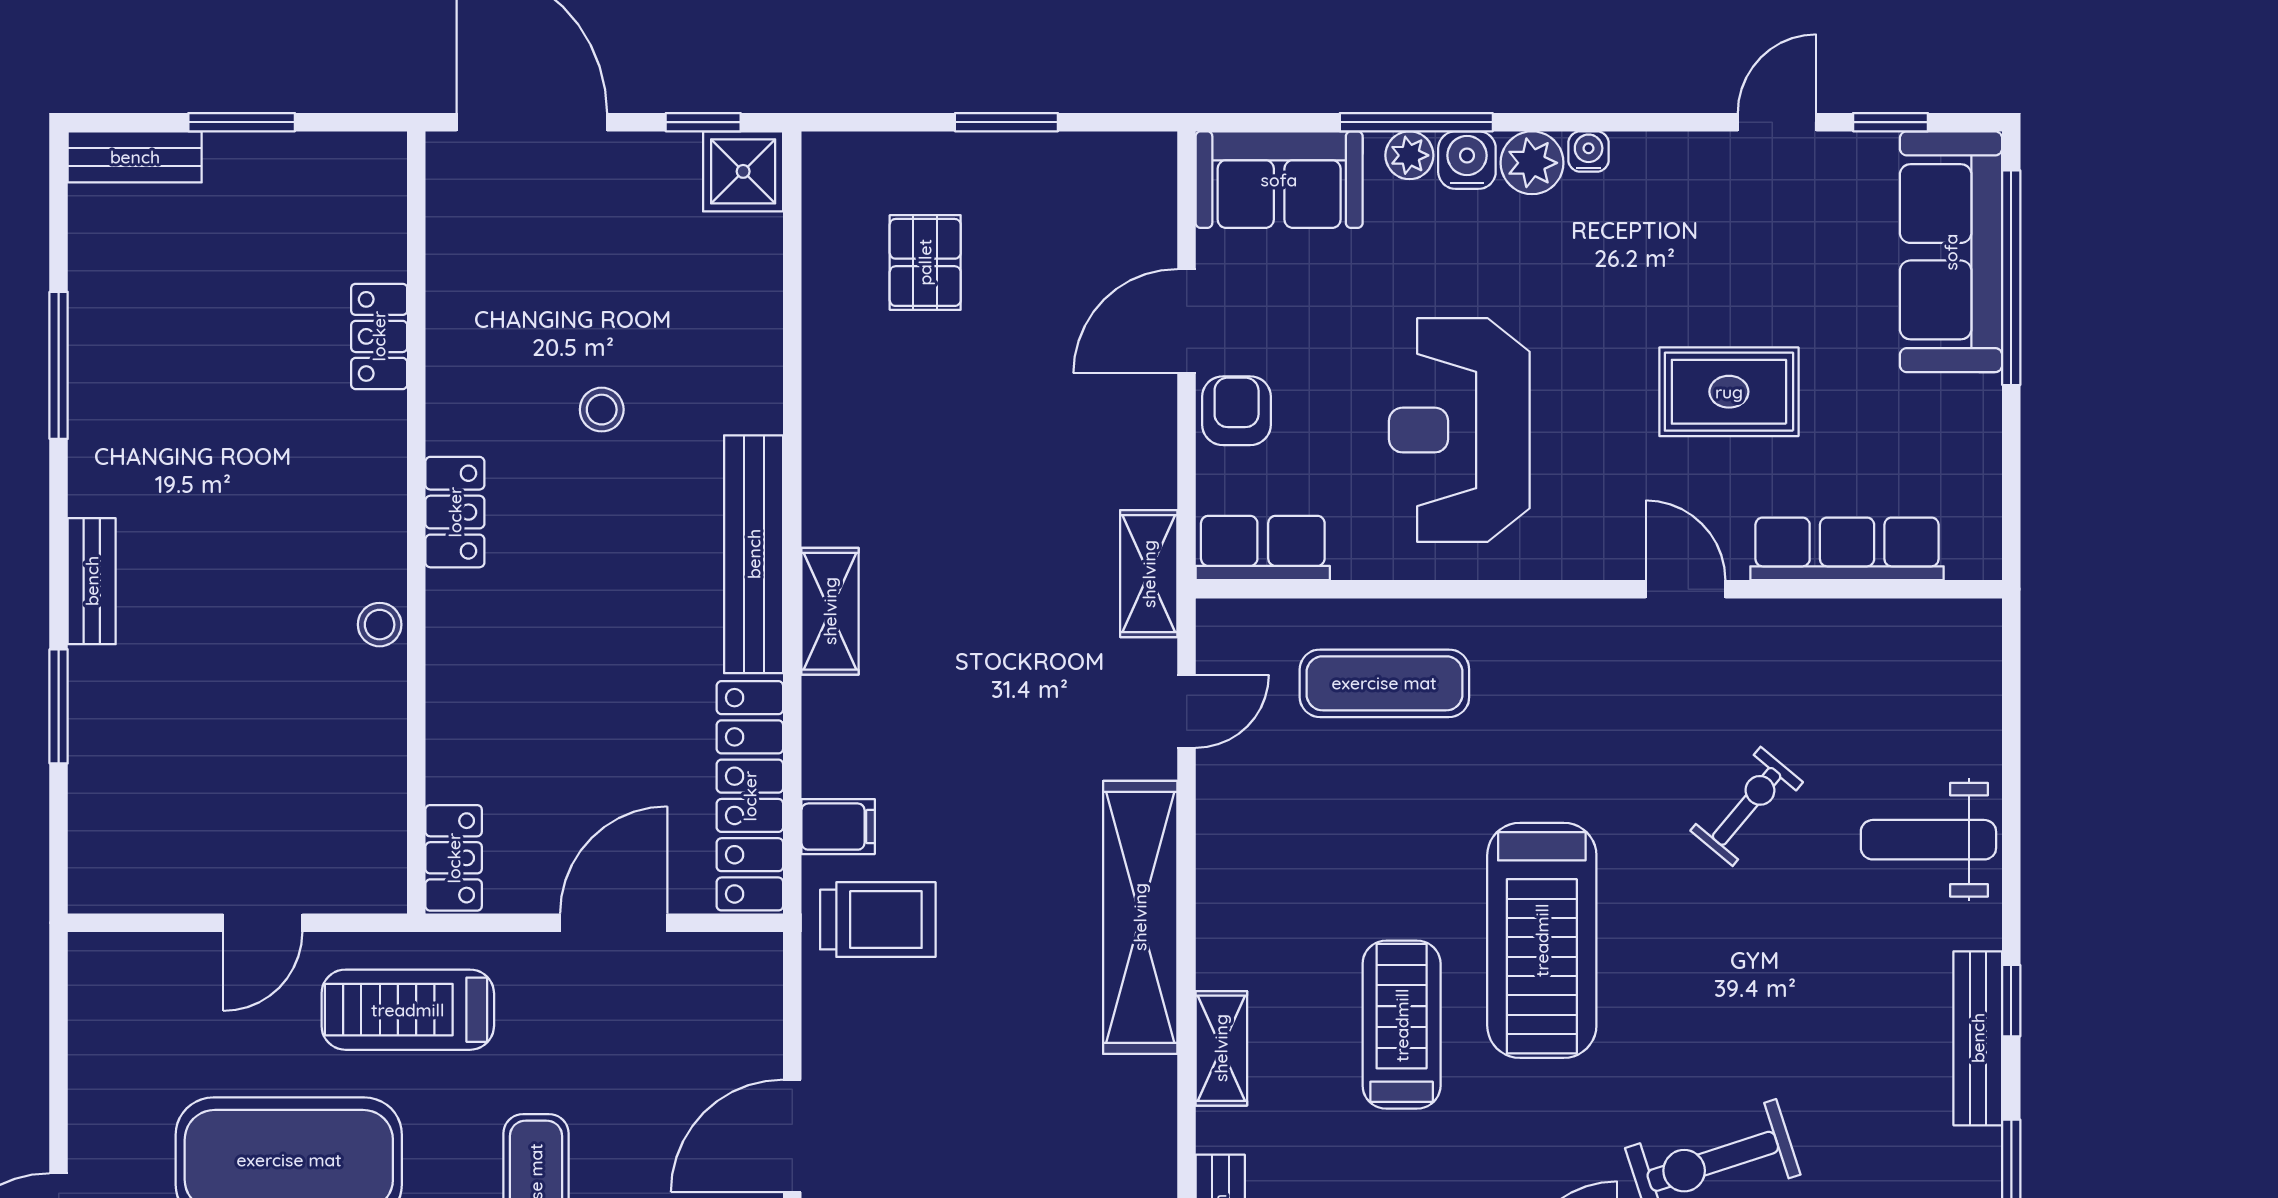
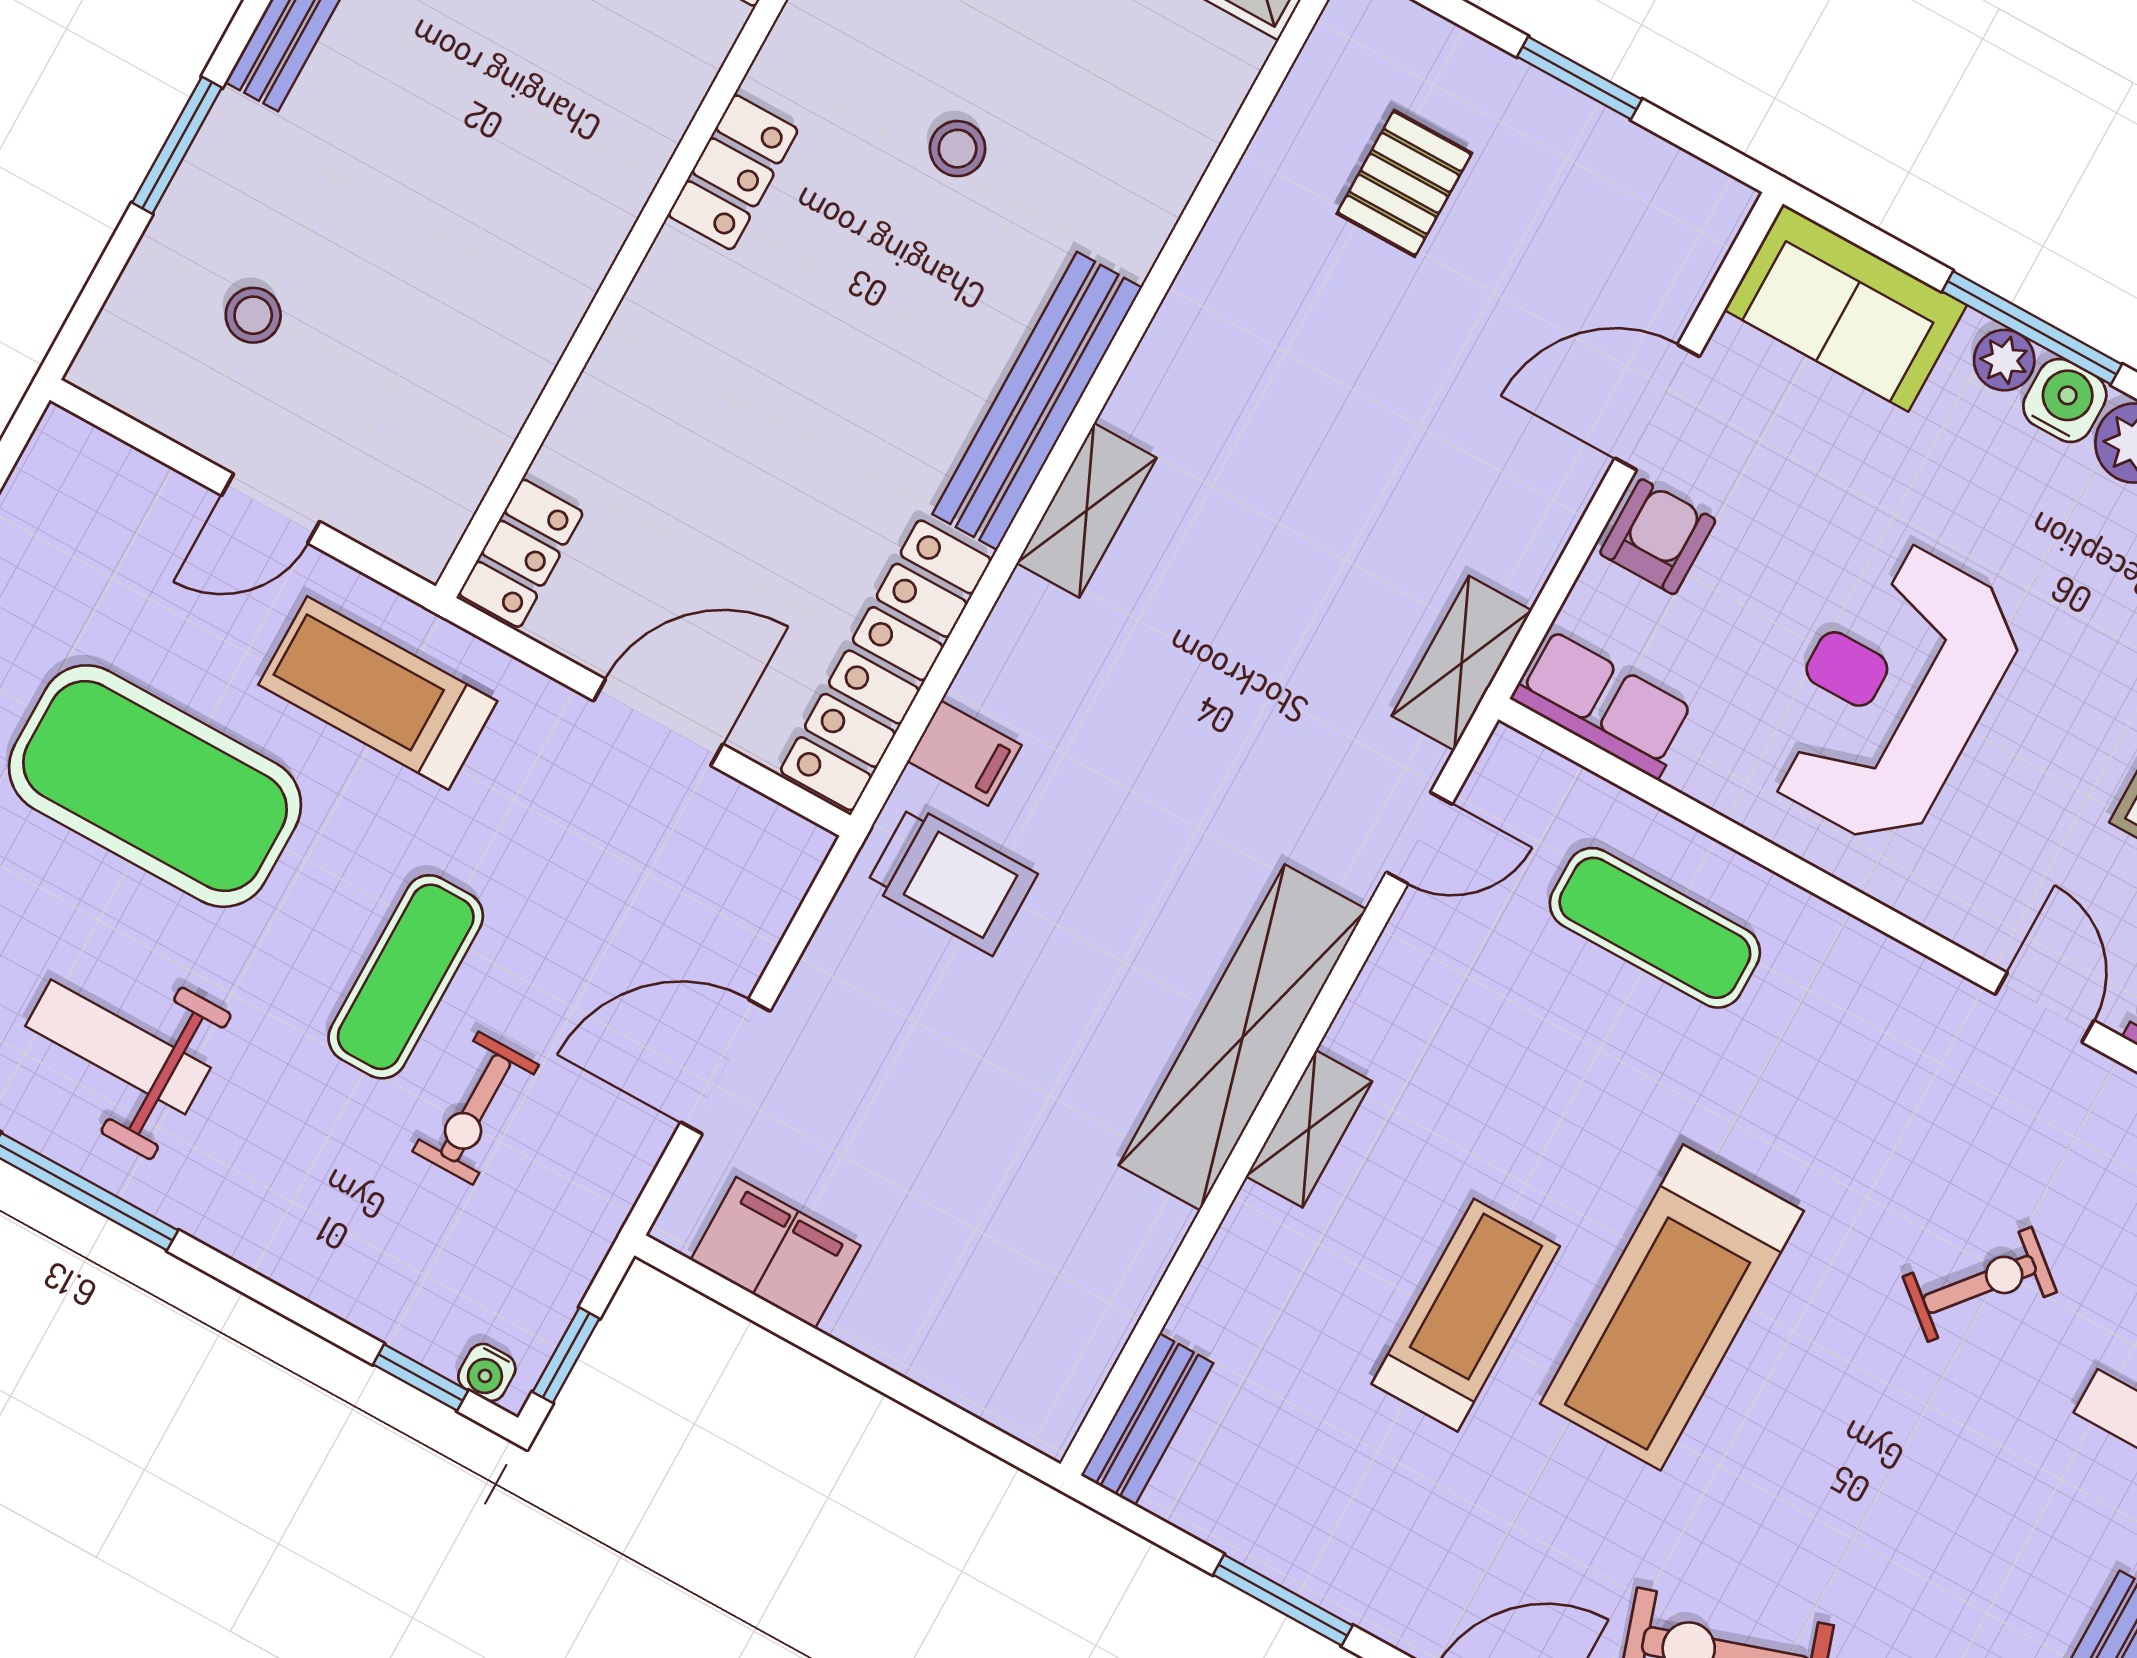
stool: (380, 625) -> (253, 315), moved
shelving: (1221, 1048) -> (1309, 1129), moved

